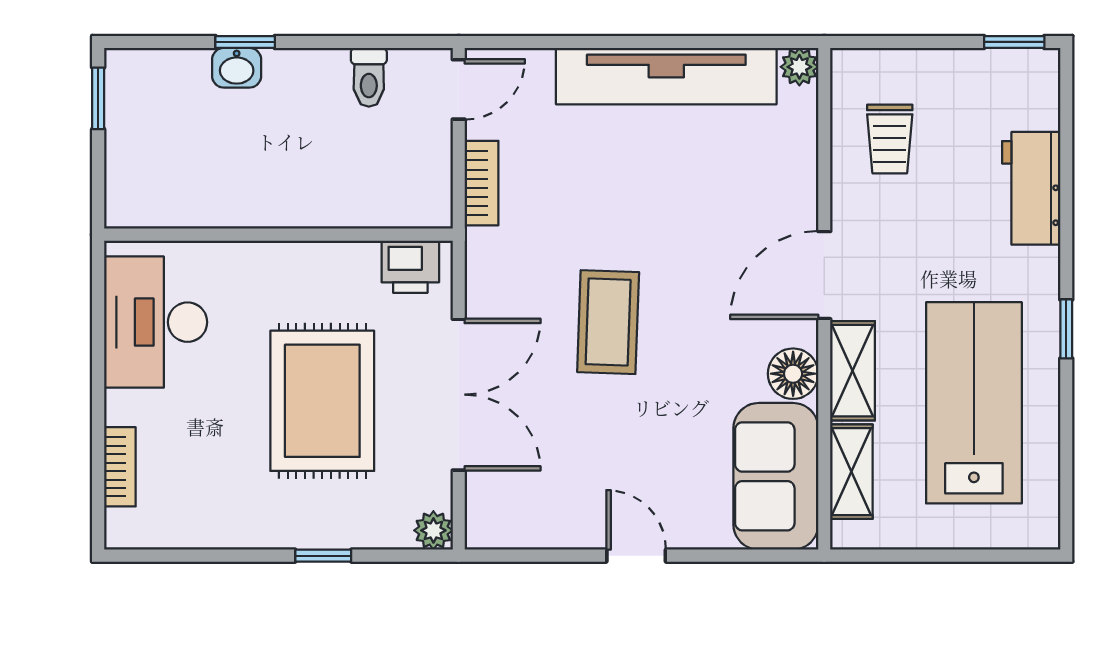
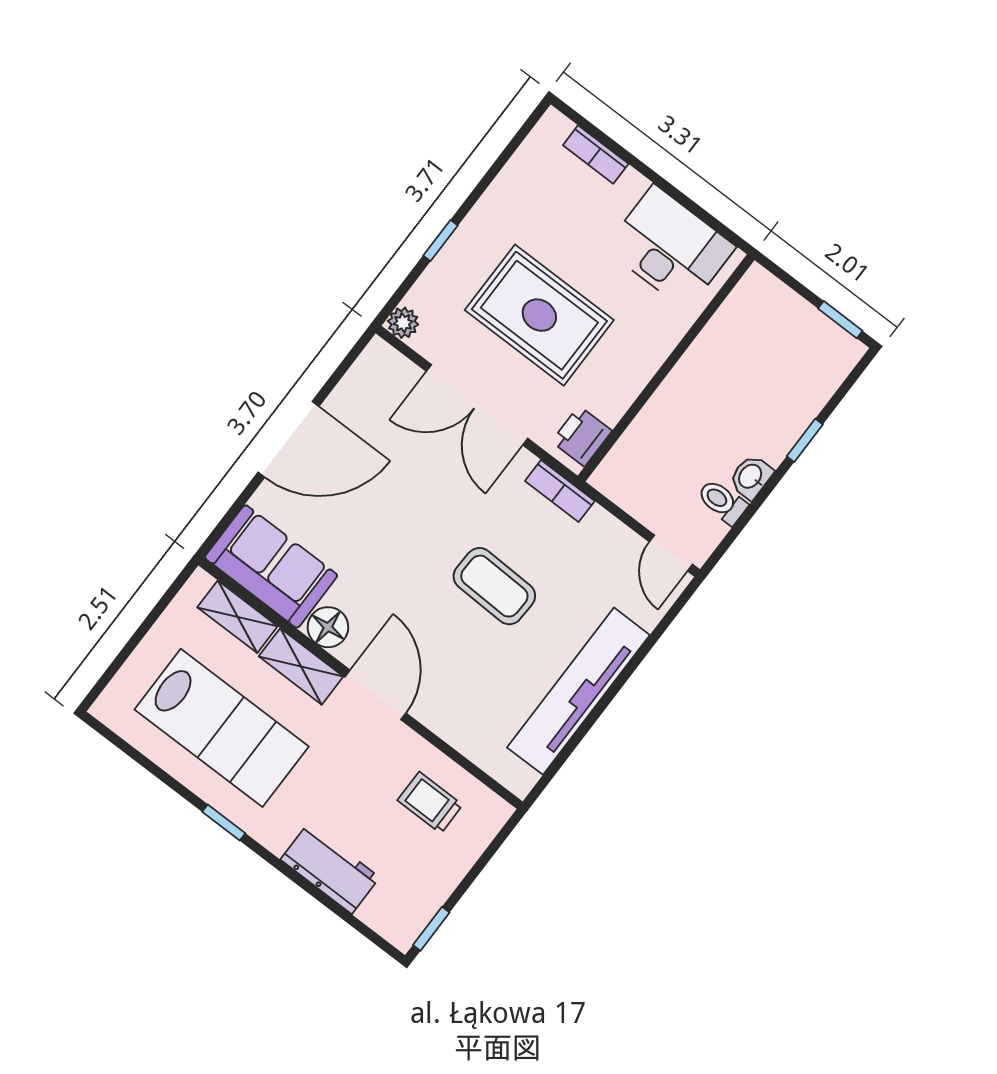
plant: (799, 67) -> (520, 780), removed
washbasin: (237, 68) -> (751, 477), moved
bookcase: (482, 183) -> (560, 491), moved
coffee table: (608, 322) -> (494, 586), moved
door: (636, 556) -> (289, 439), width x1.88

